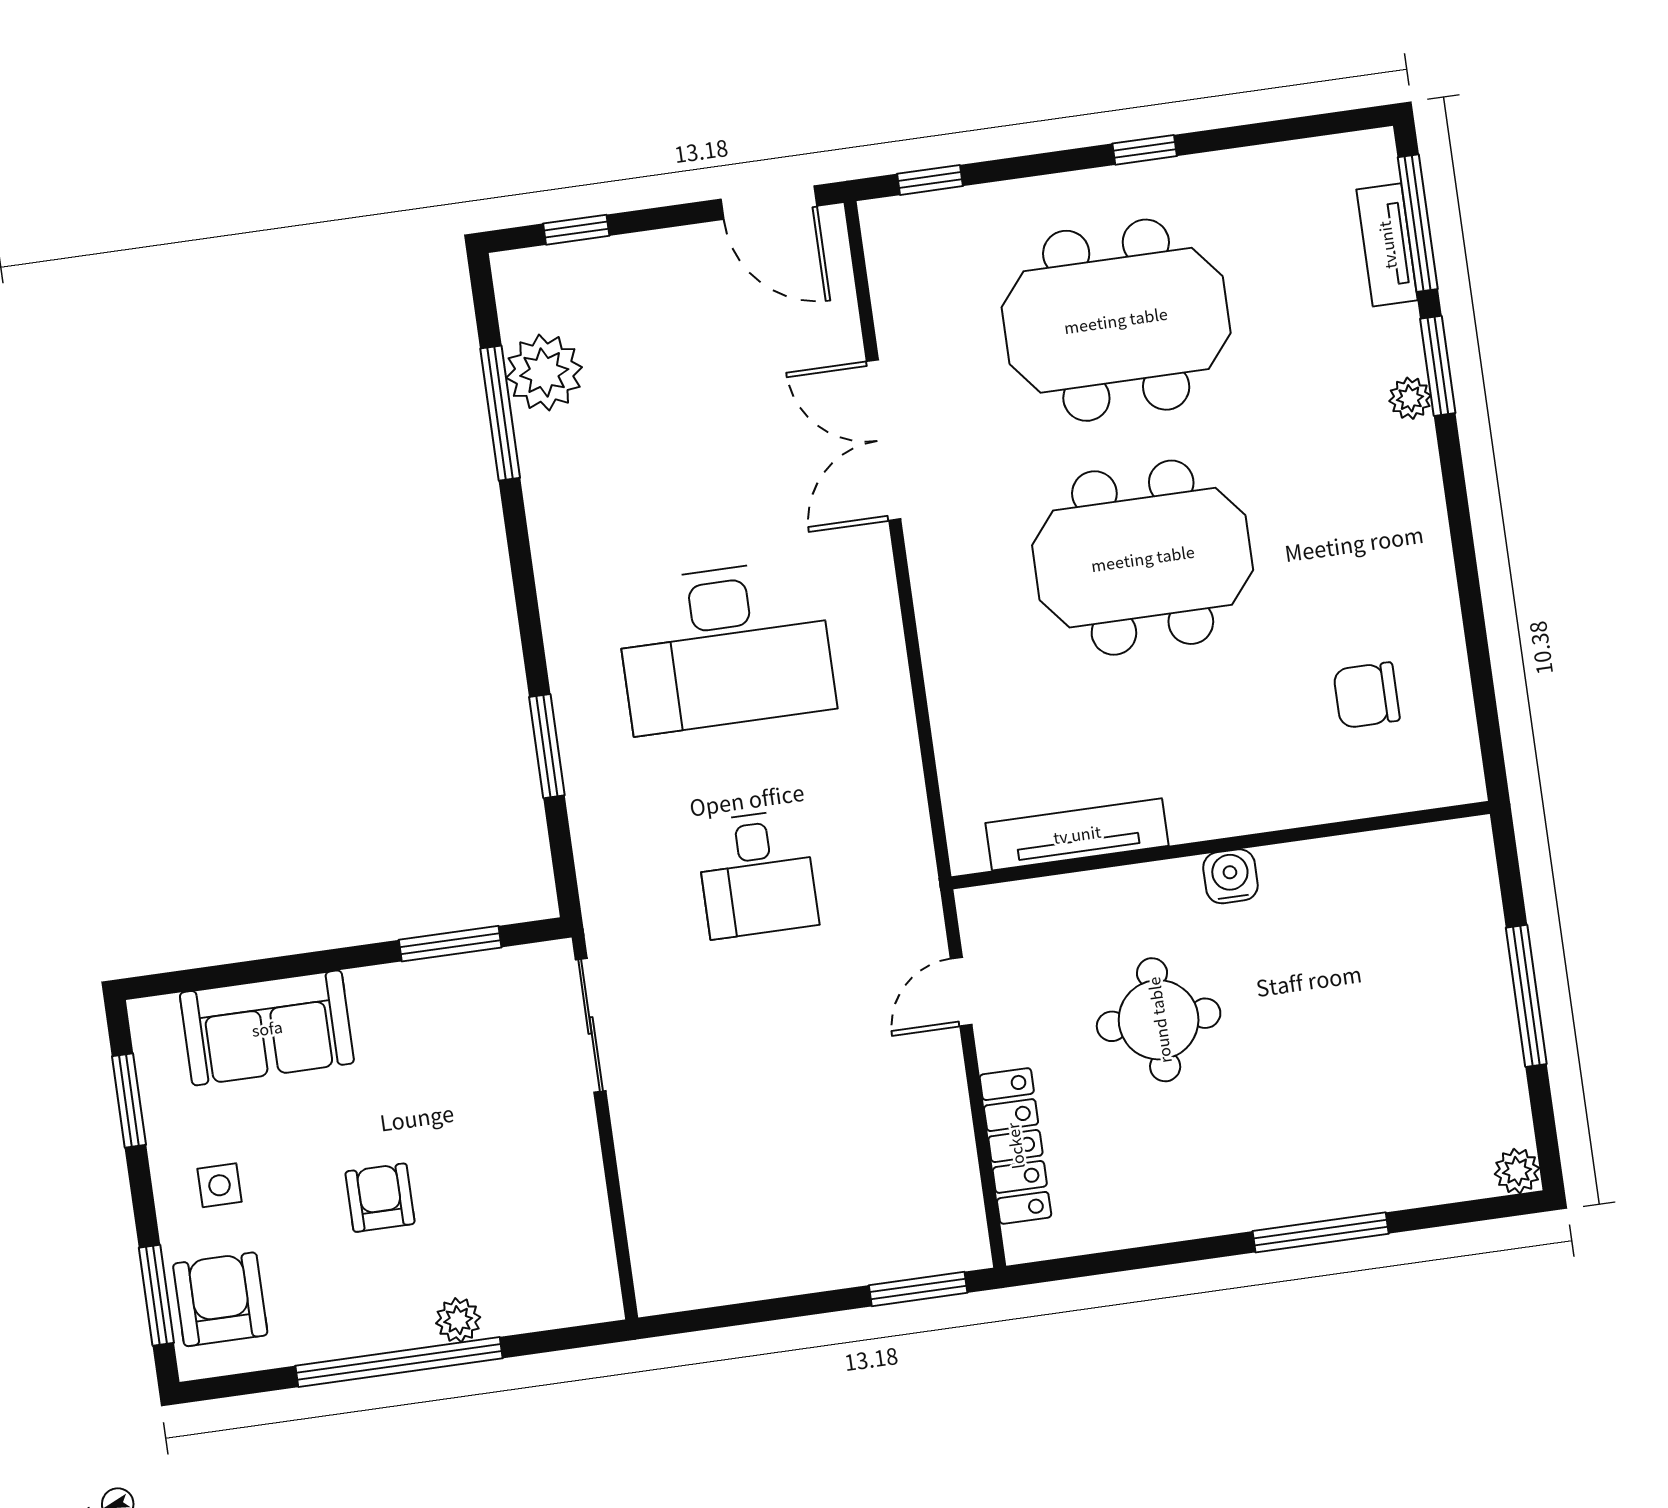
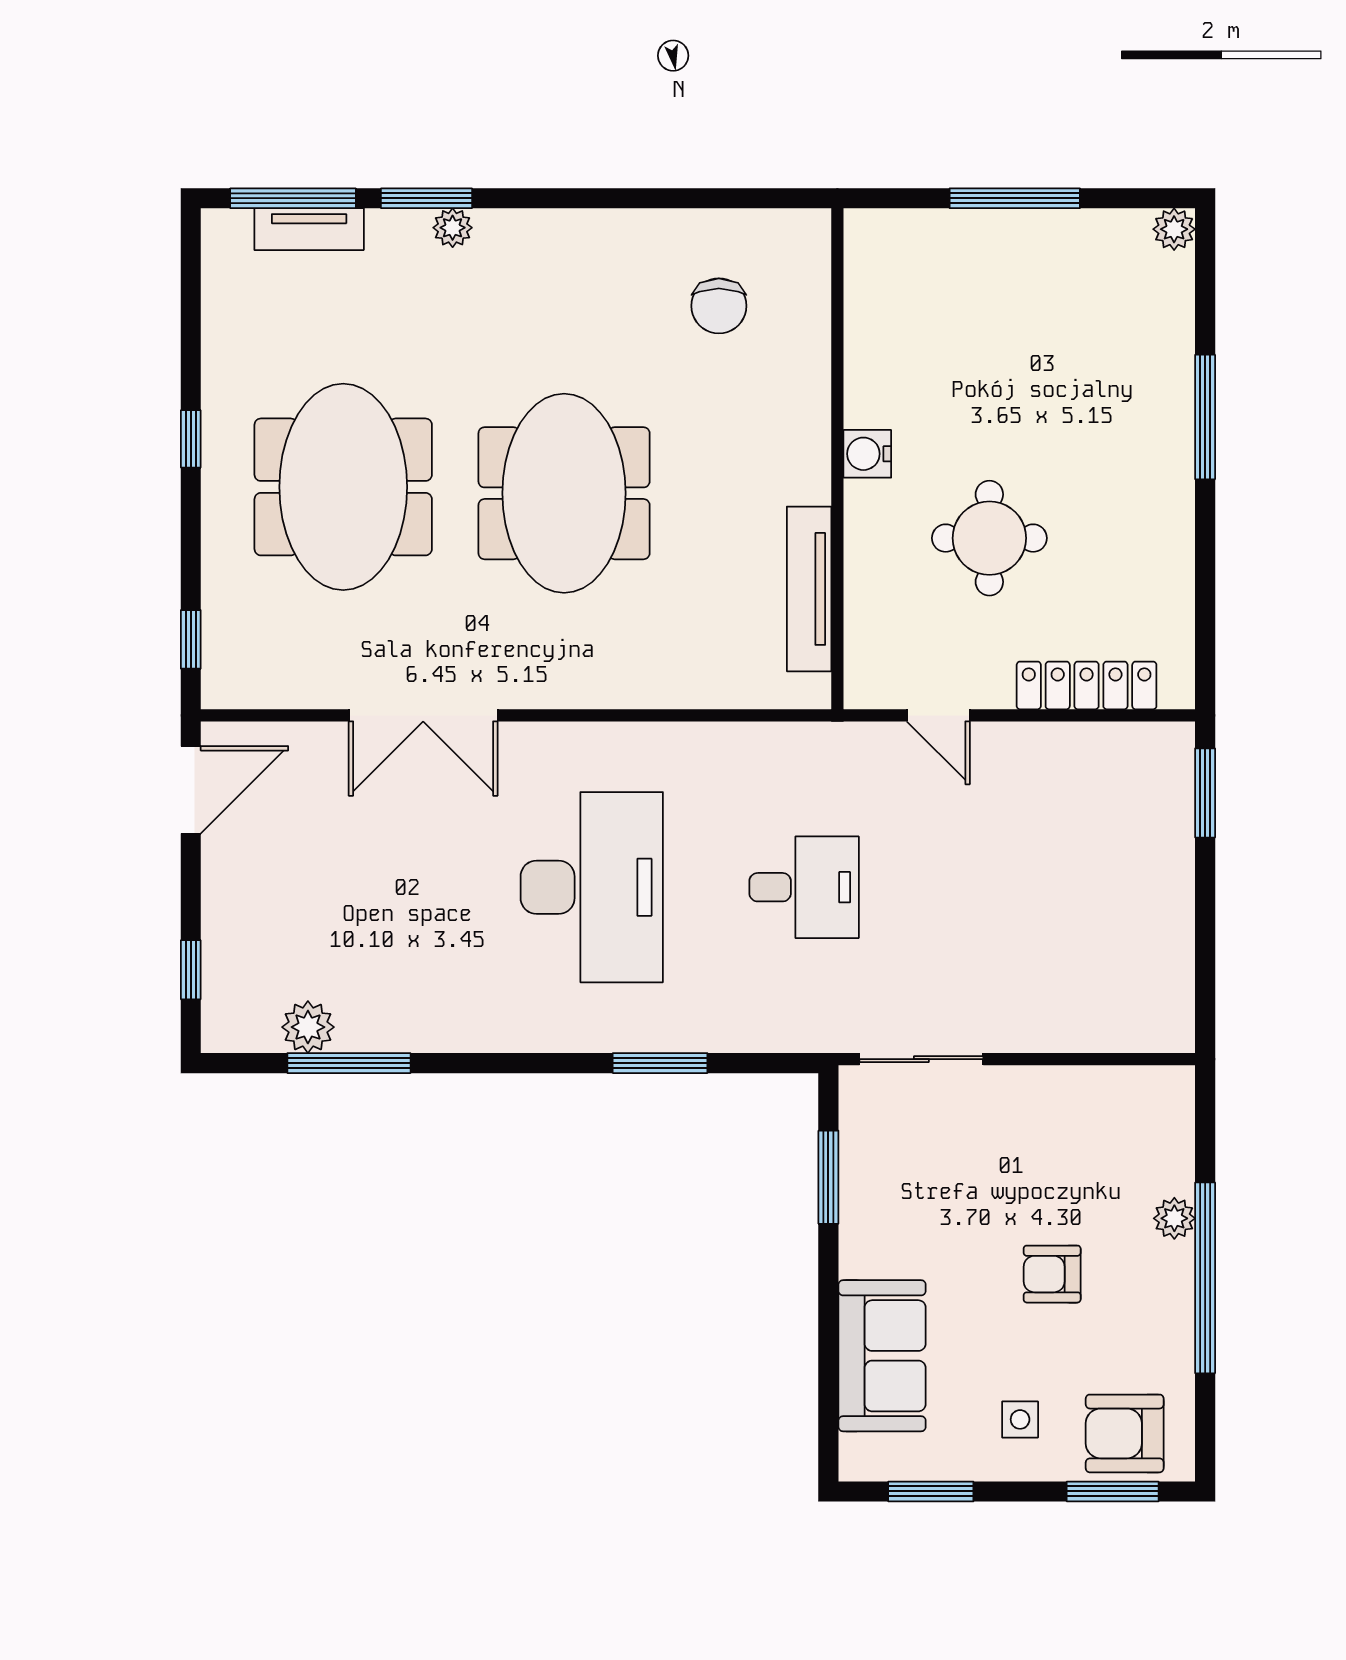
plant: (544, 373) -> (308, 1027), width x0.73, depth x0.73

